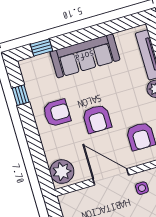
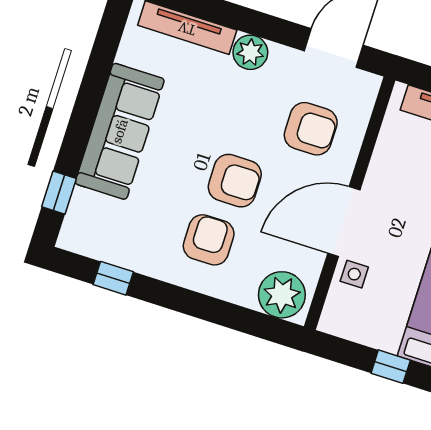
armchair: (57, 113) -> (209, 240), moved
side table: (142, 188) -> (354, 274), moved

